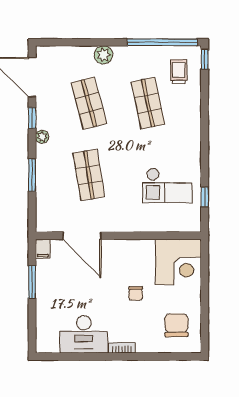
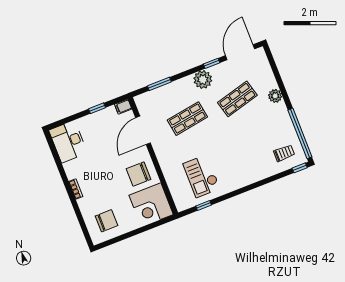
shop shelf: (148, 103) -> (254, 140), removed
plant: (42, 137) -> (203, 80), width x1.88, depth x1.88
window: (32, 175) -> (159, 84), moved
window: (32, 282) -> (97, 108), width x0.67
chair: (136, 293) -> (138, 174), moved, width x1.87, depth x1.87
desk: (84, 334) -> (68, 142), moved

